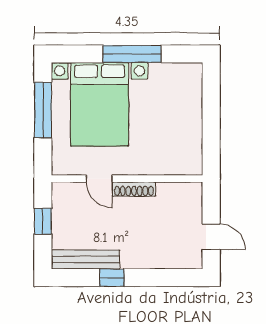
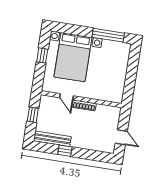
window: (132, 54) -> (108, 35), moved
window: (43, 110) -> (42, 55), width x0.46

